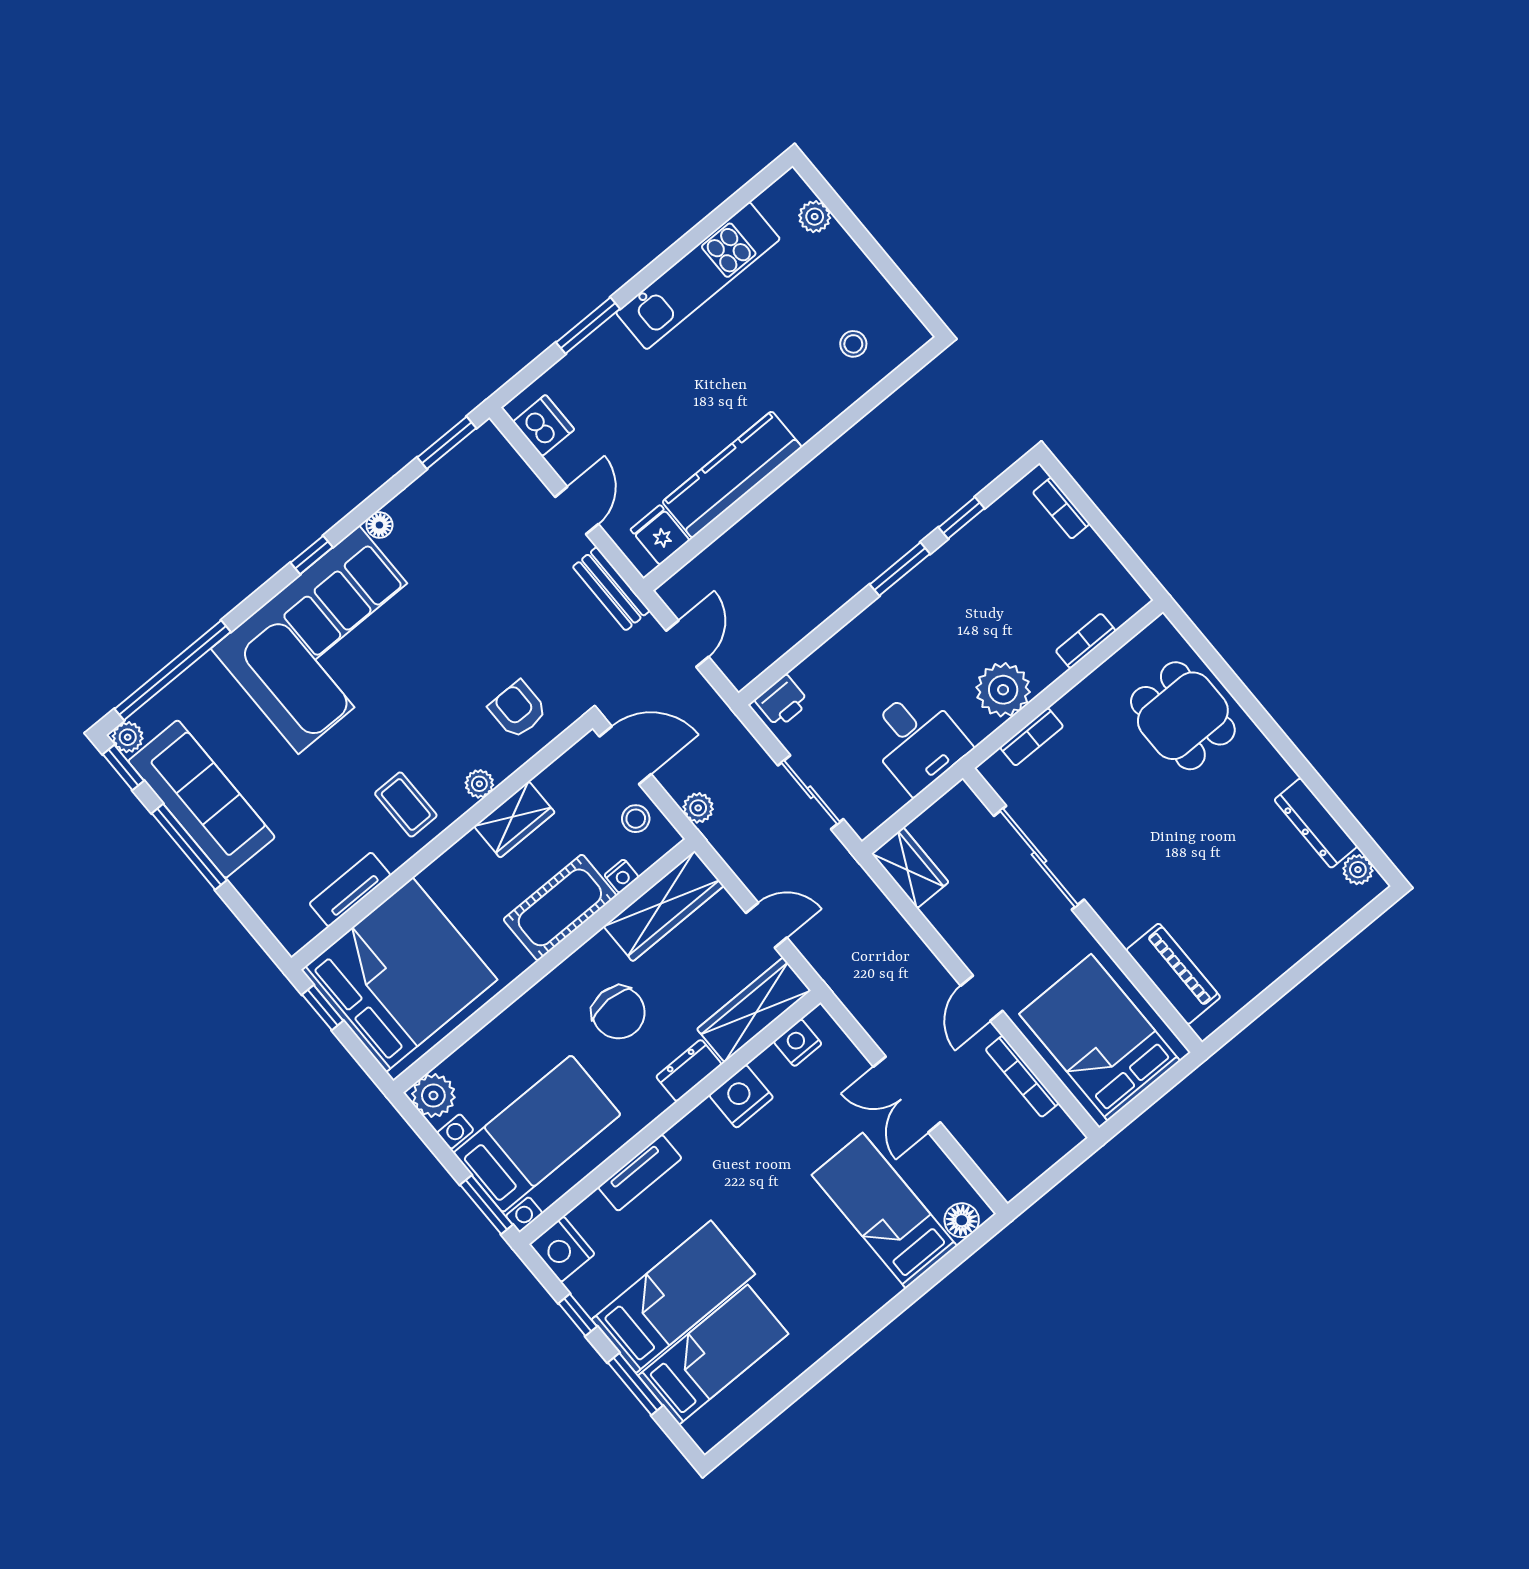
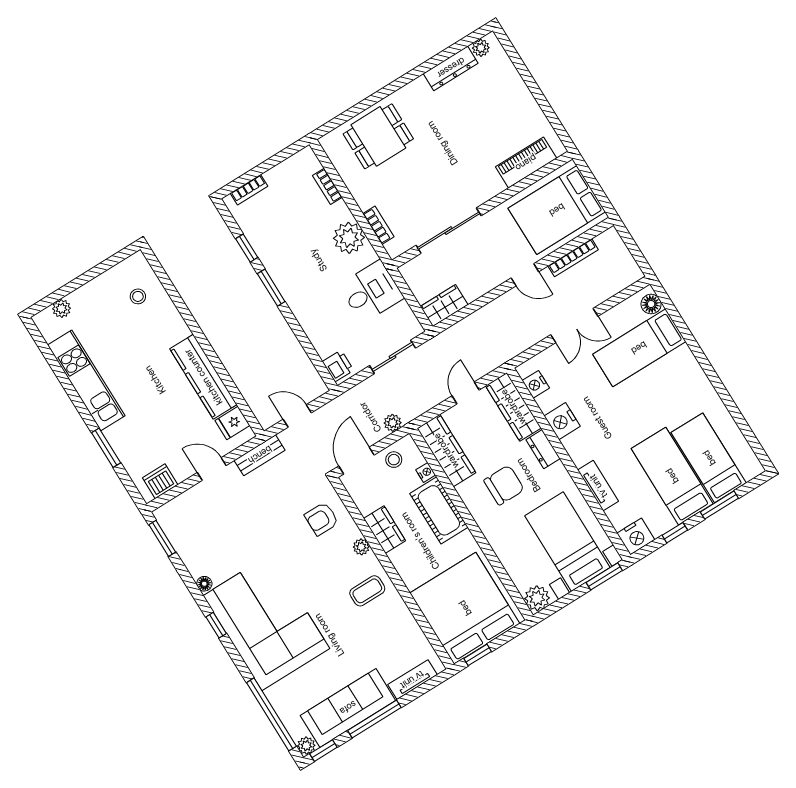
tv unit: (350, 889) -> (412, 680), moved, turned 90

